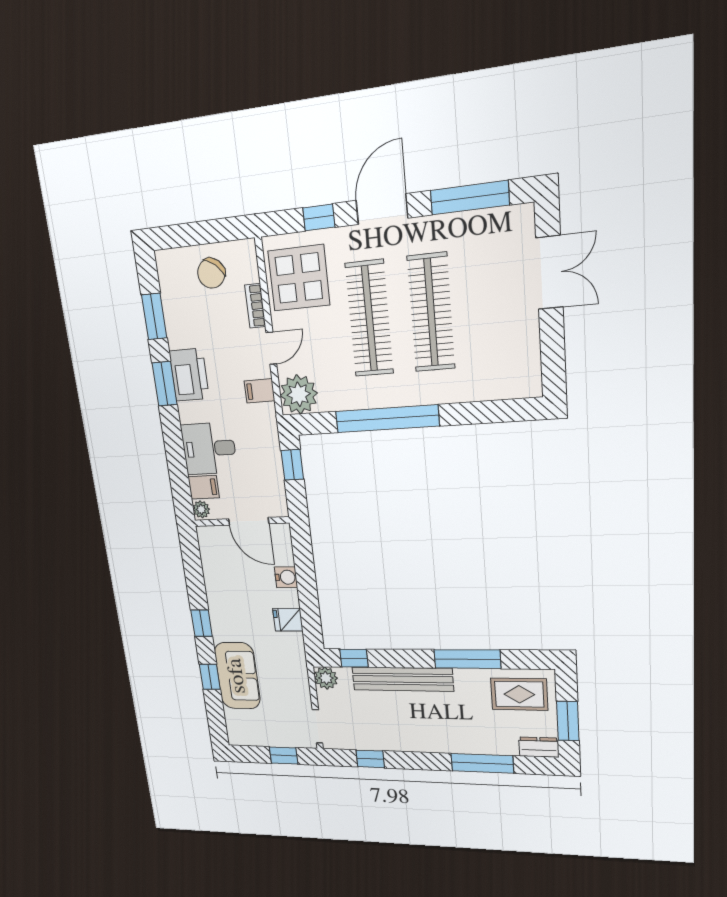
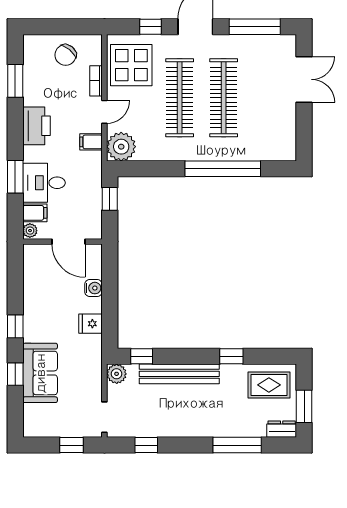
window: (165, 384) -> (15, 177), moved
window: (387, 419) -> (223, 169), moved
window: (467, 659) -> (231, 356), width x0.46

